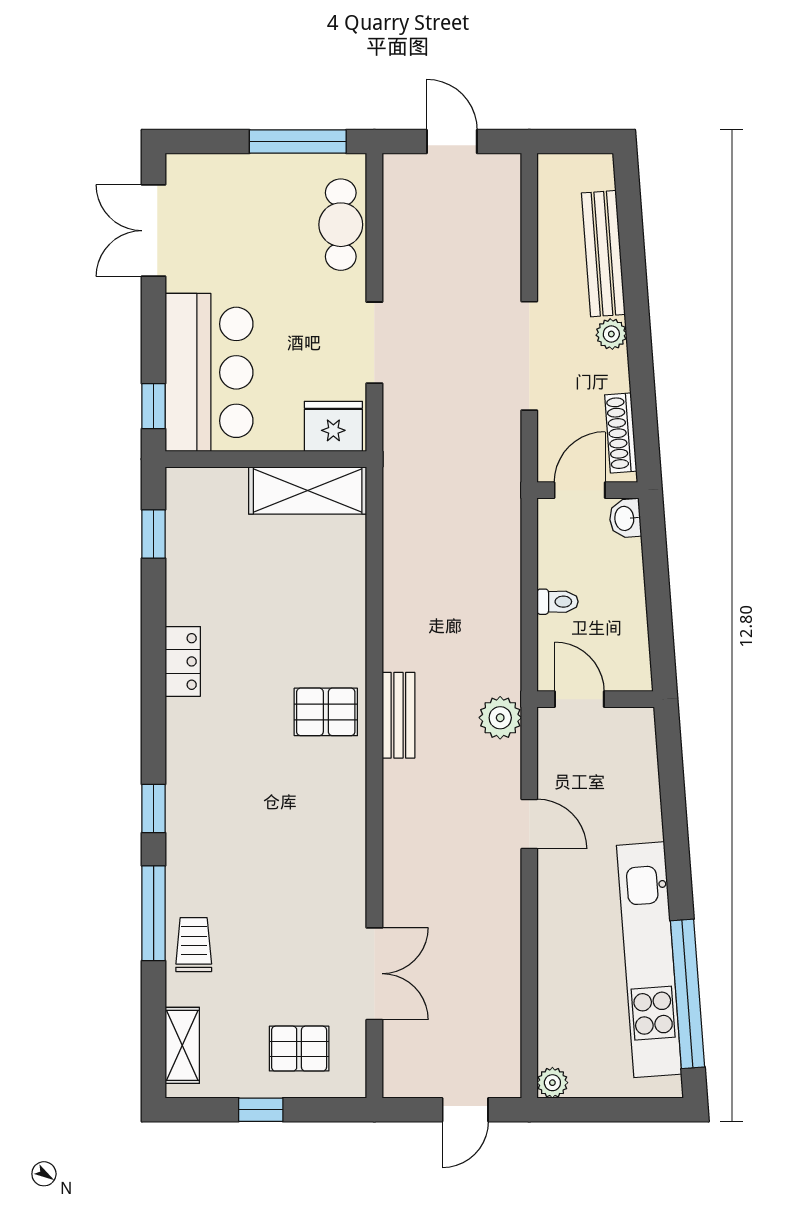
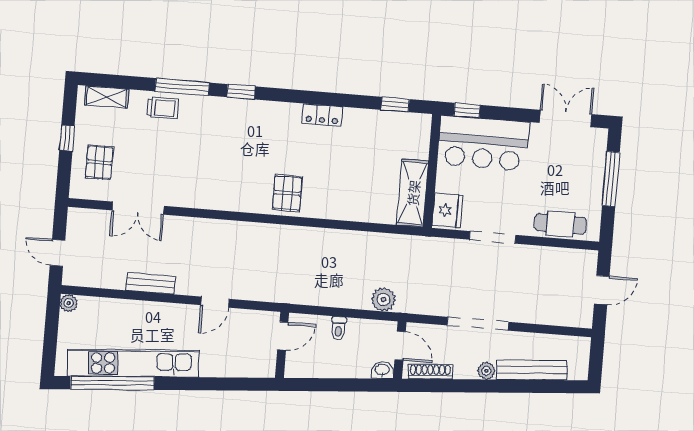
window: (298, 142) -> (611, 179), moved
bench: (398, 715) -> (151, 283), moved
plant: (500, 718) -> (384, 299), moved

